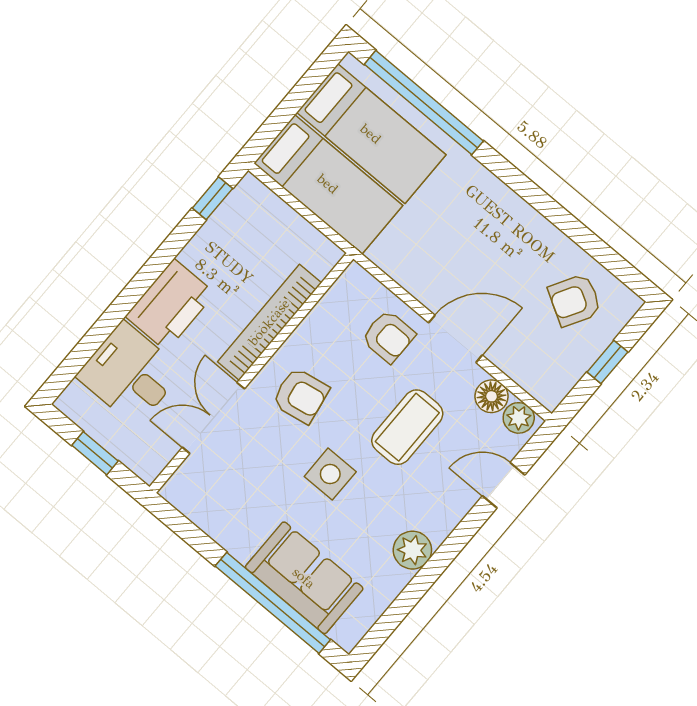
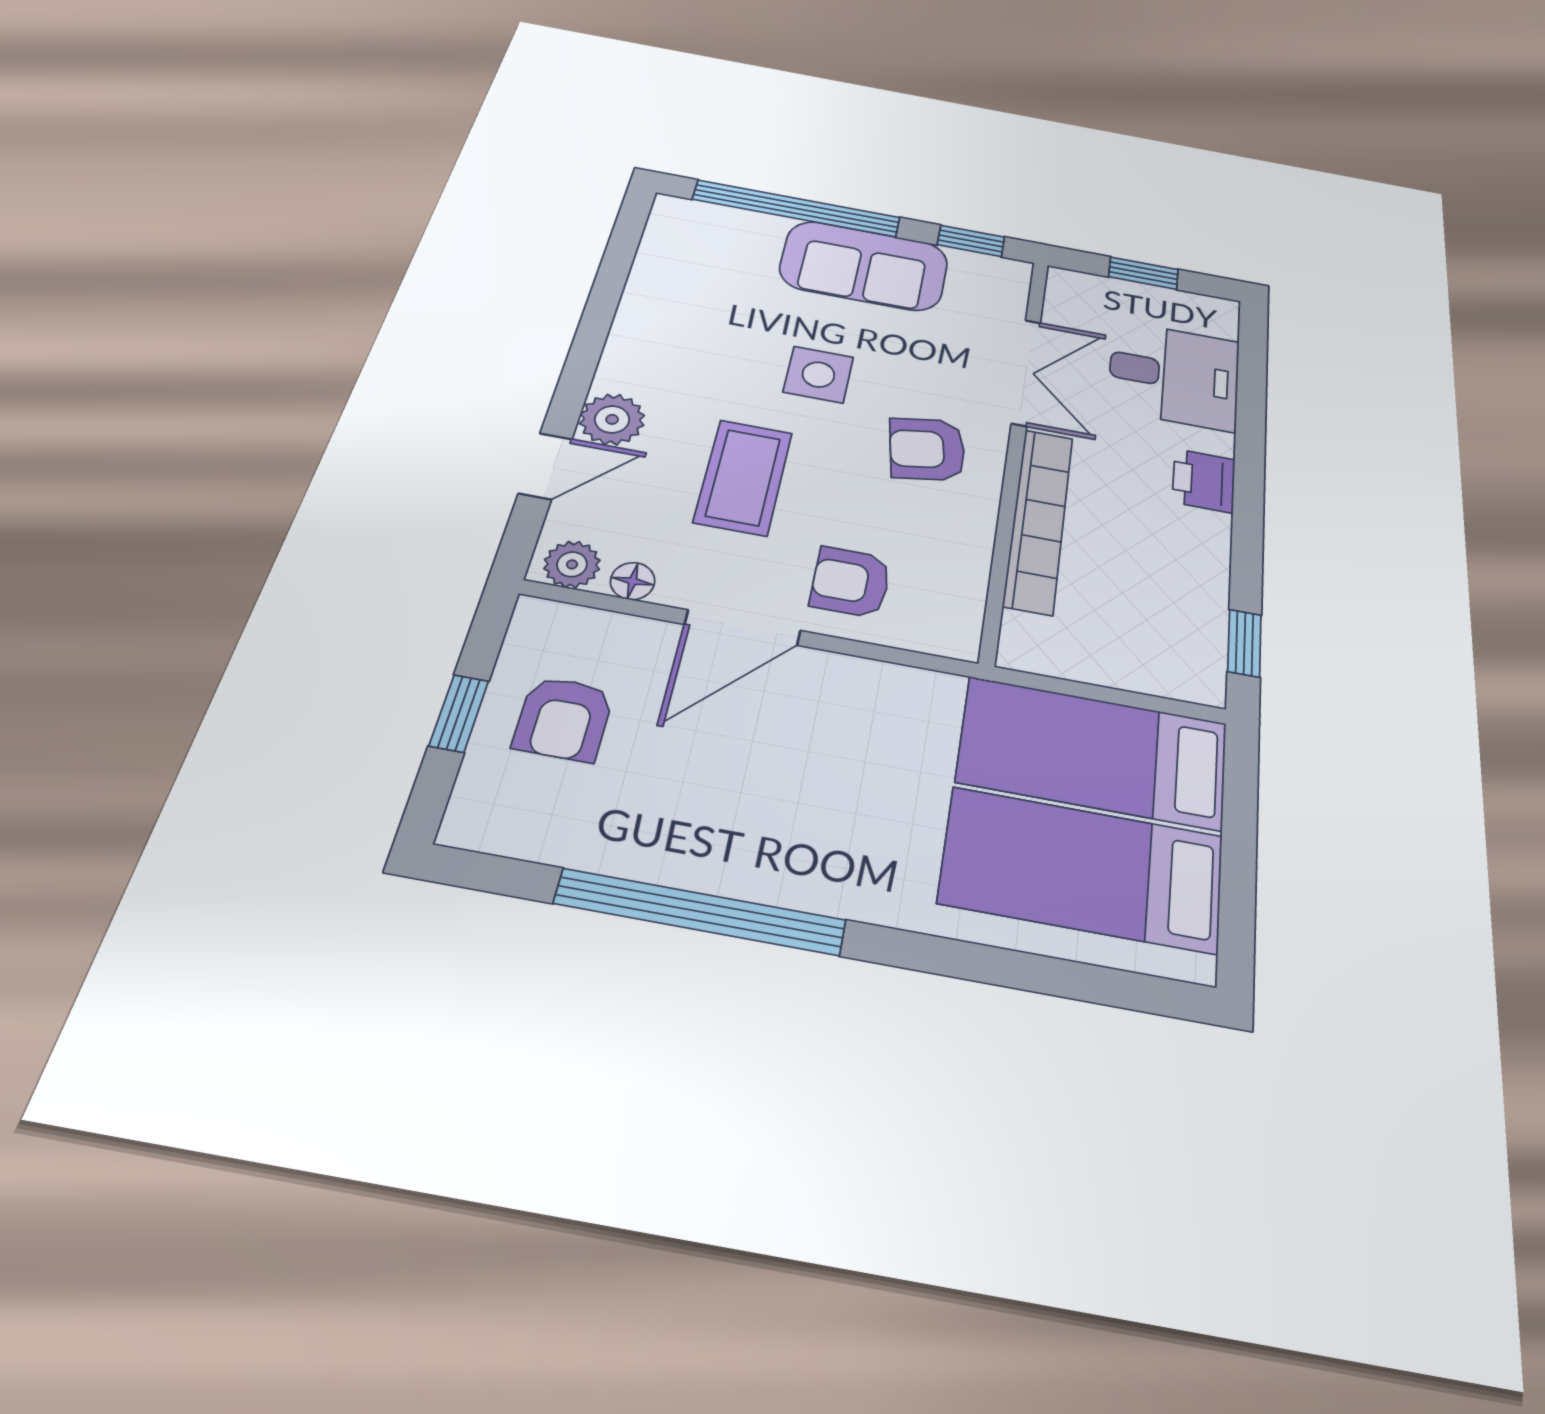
window: (424, 103) -> (700, 912), moved
armchair: (575, 300) -> (564, 719), moved, turned 150
printer: (170, 305) -> (1204, 481), width x0.53, depth x0.68
floor lamp: (492, 396) -> (633, 581), width x0.73, depth x0.73
window: (183, 528) -> (971, 241), added
plant: (412, 550) -> (612, 419), moved
sofa: (304, 578) -> (864, 266), moved

